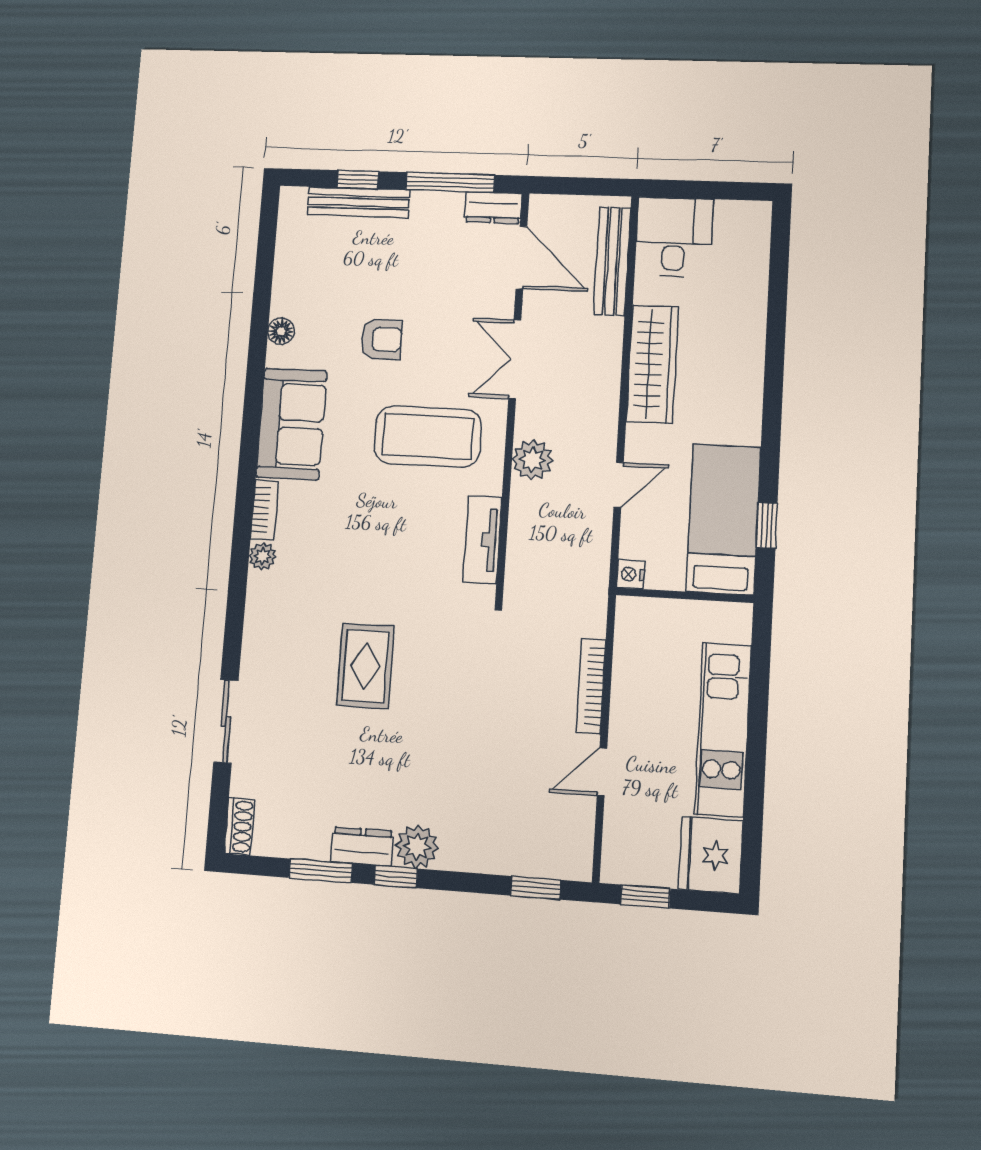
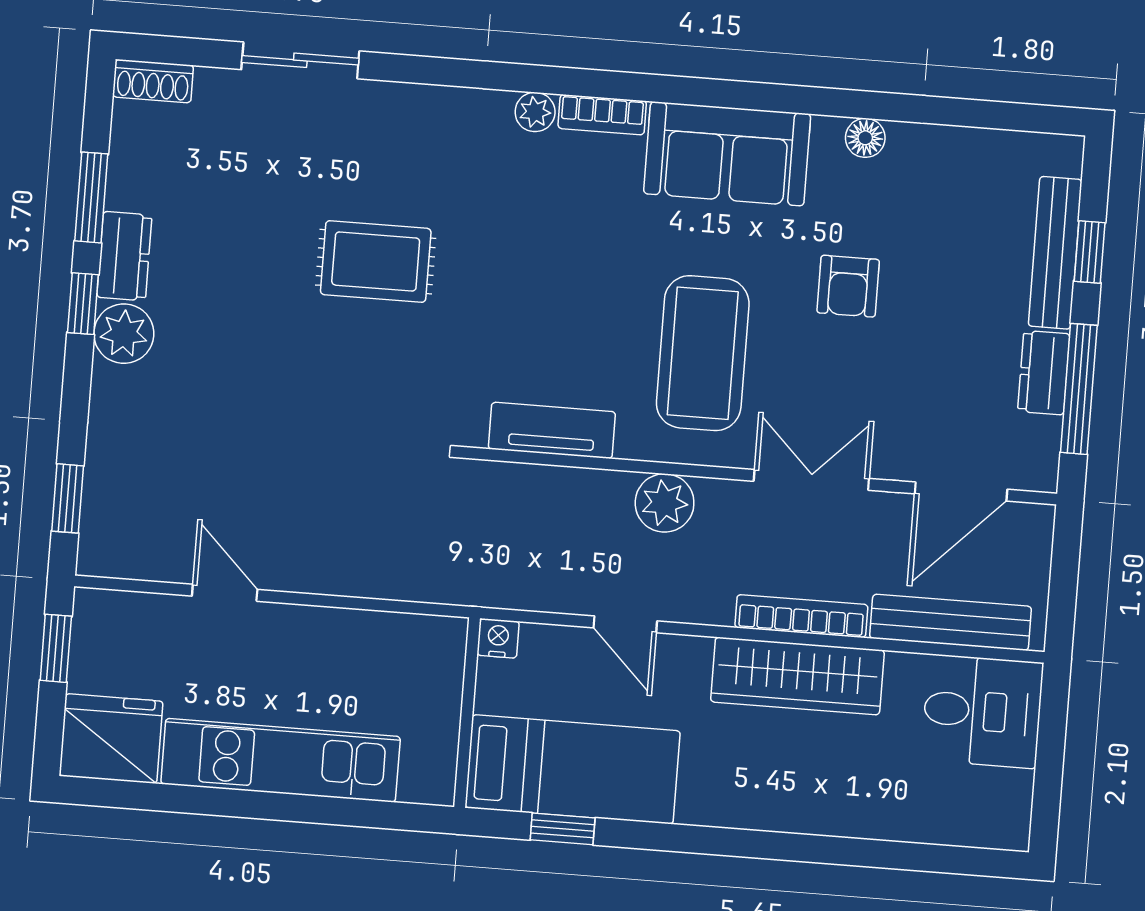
dresser: (493, 208) -> (1044, 373), moved
bookcase: (591, 686) -> (801, 616), moved

